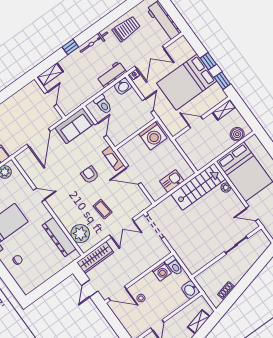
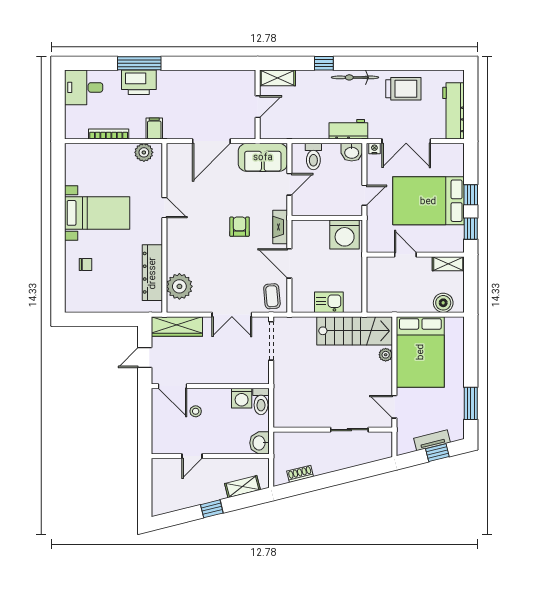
coffee table: (103, 209) -> (272, 296), moved

